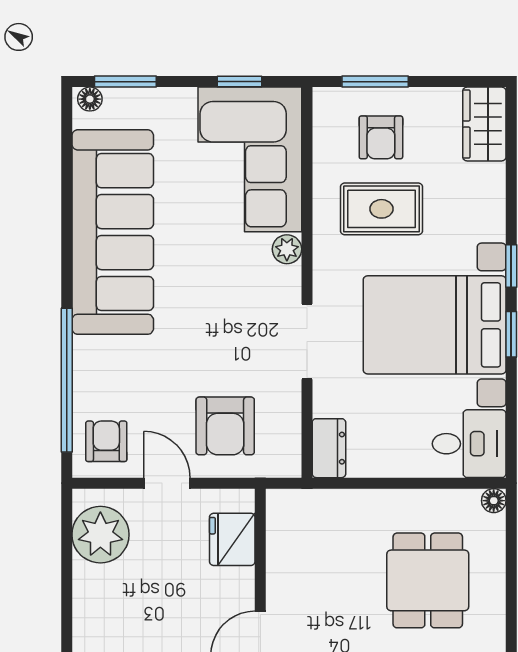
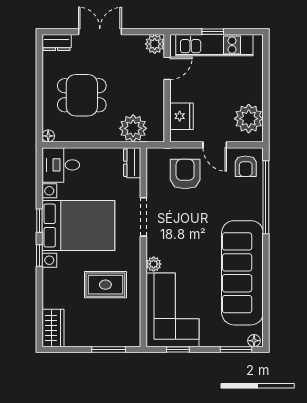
armchair: (381, 137) -> (106, 321), removed
plant: (327, 516) -> (133, 128), added
dining table: (428, 580) -> (82, 95), turned 90

